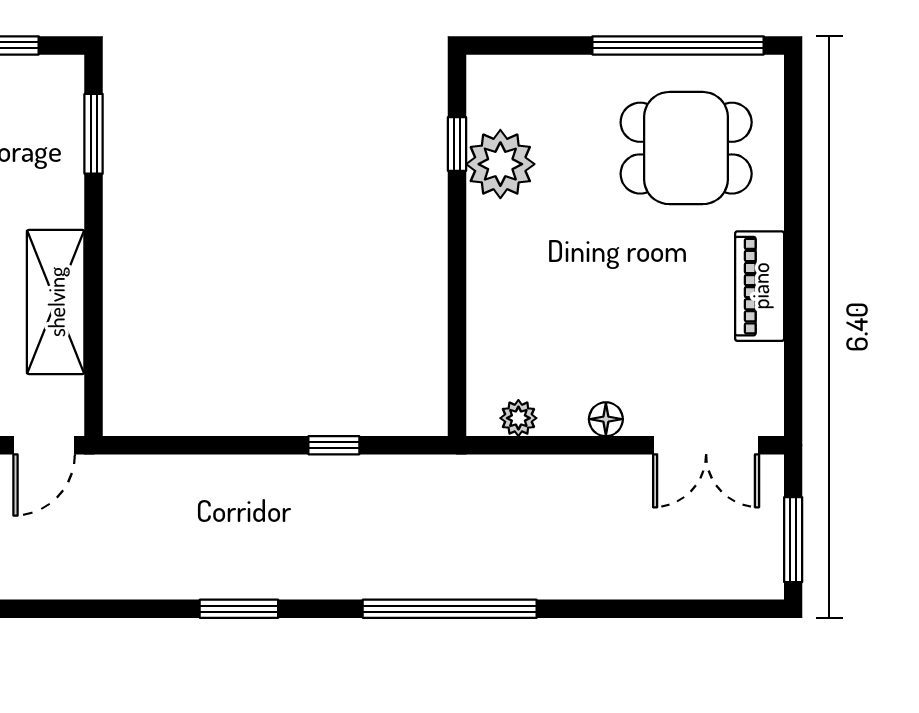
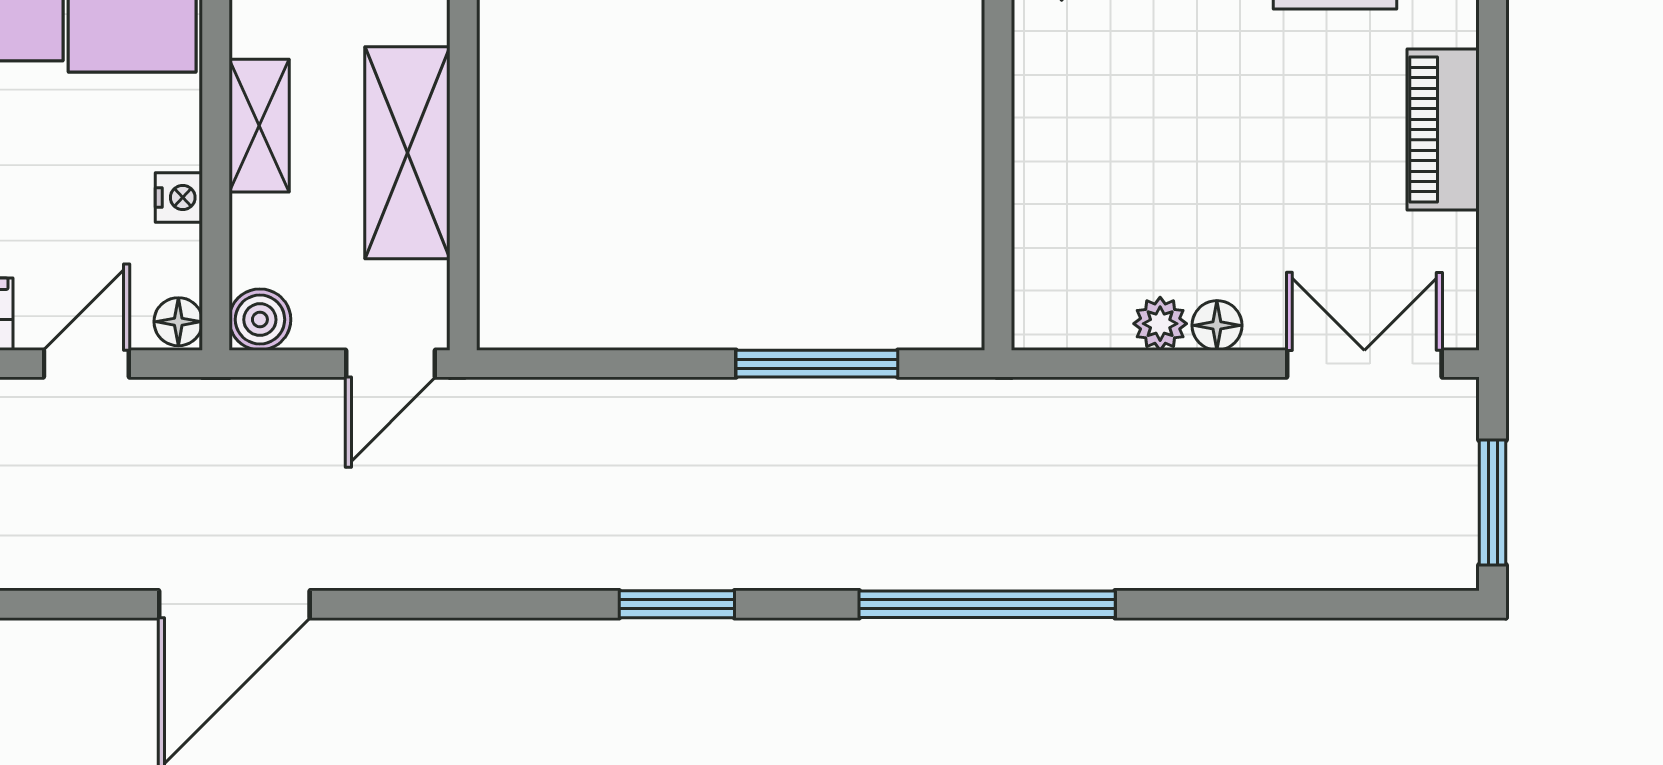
plant: (518, 418) -> (1160, 324), moved
window: (334, 445) -> (817, 364), width x2.17
double door: (706, 445) -> (1364, 364), swing flipped

